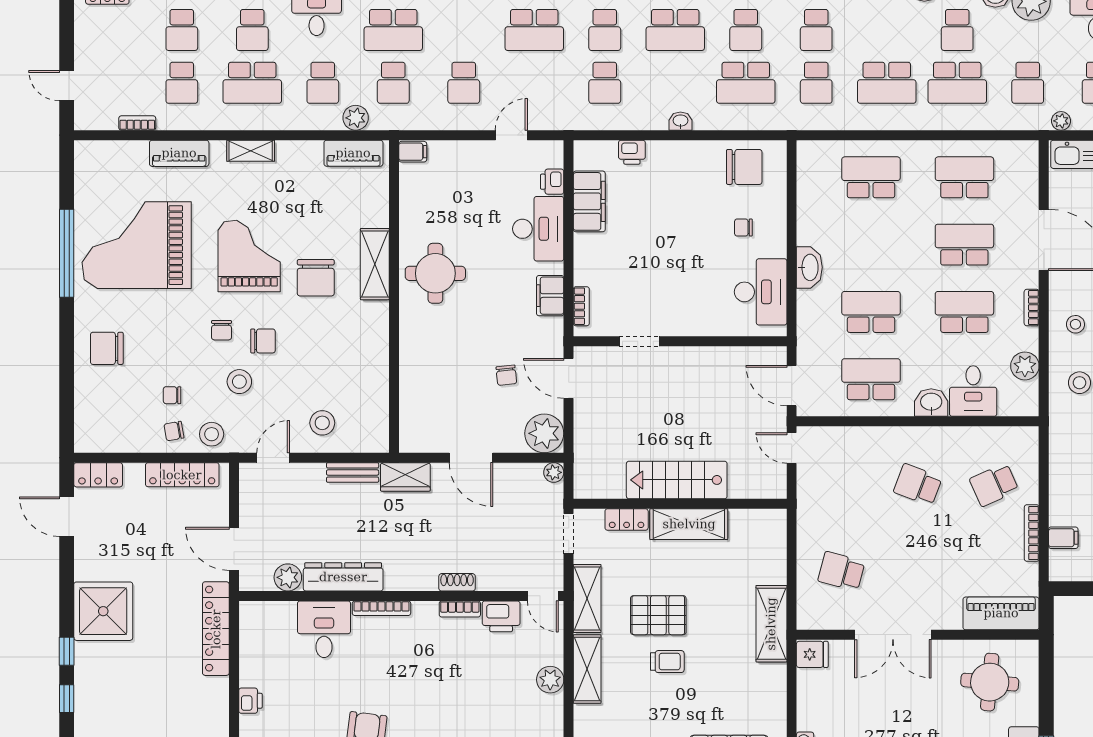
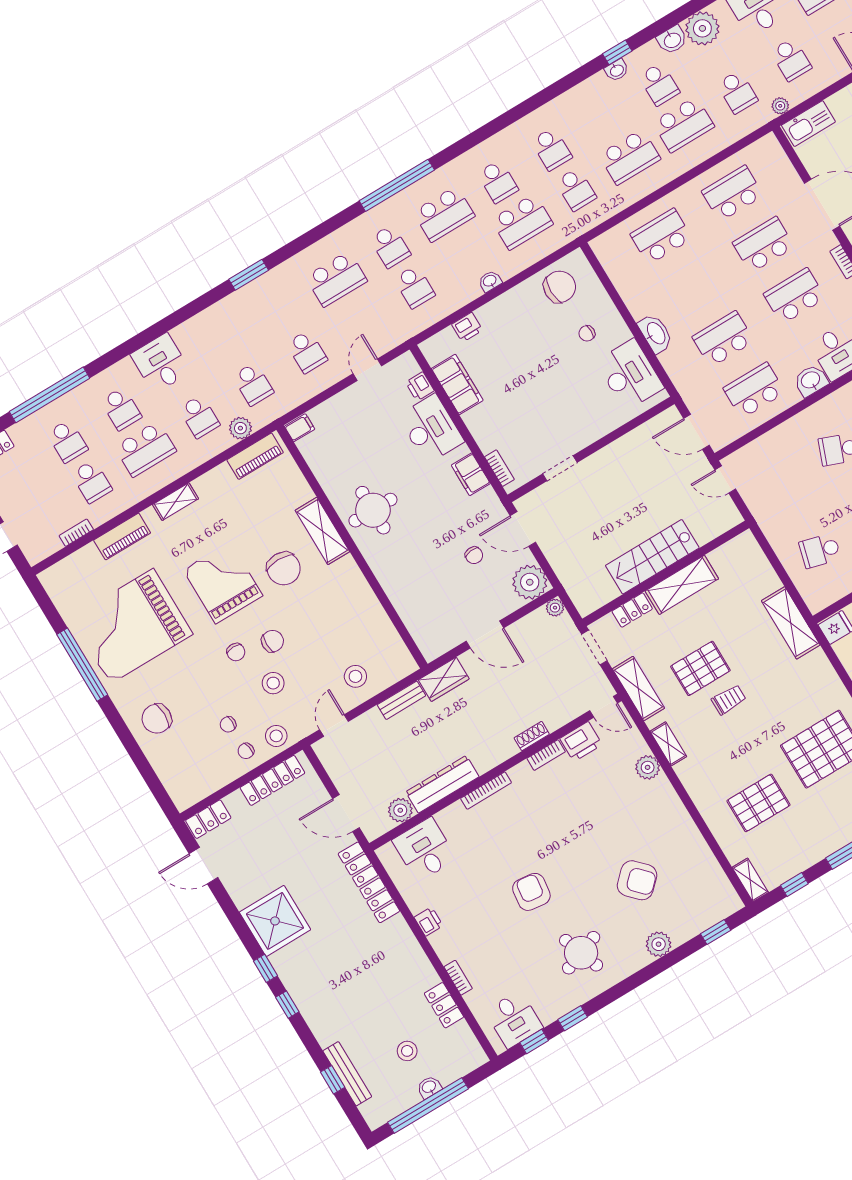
school desk: (393, 30) -> (229, 344), removed
desk: (324, 629) -> (424, 850), moved
shelving: (587, 669) -> (668, 744), width x0.67, depth x0.75

